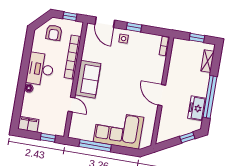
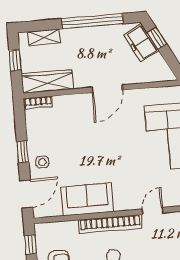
wardrobe: (177, 56) -> (47, 81), added
bookcase: (73, 57) -> (110, 224), moved
sofa: (88, 79) -> (87, 199), moved
freezer: (197, 108) -> (141, 43), moved, turned 62

